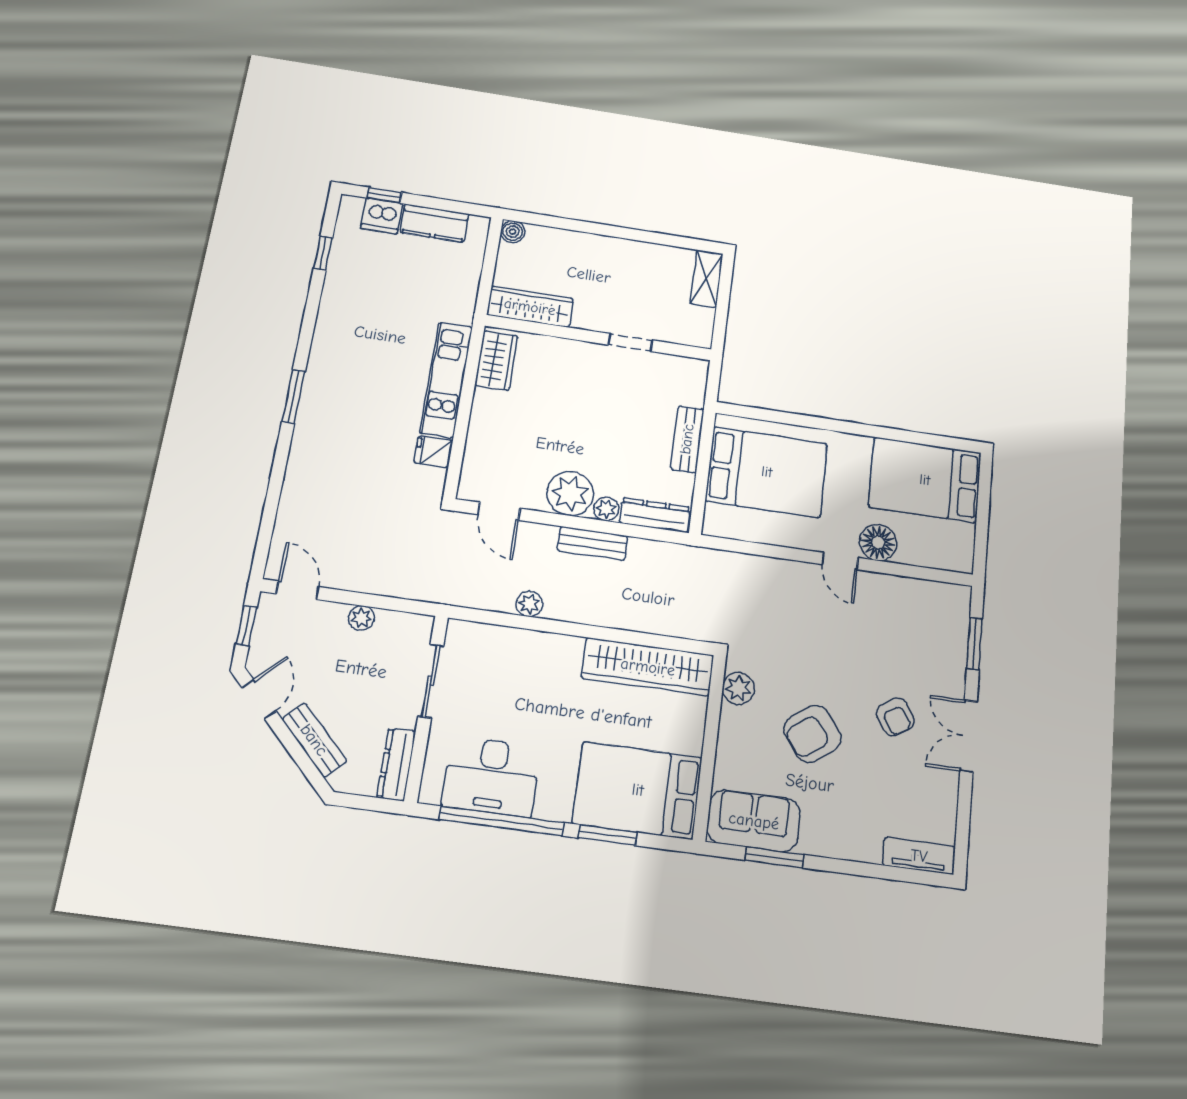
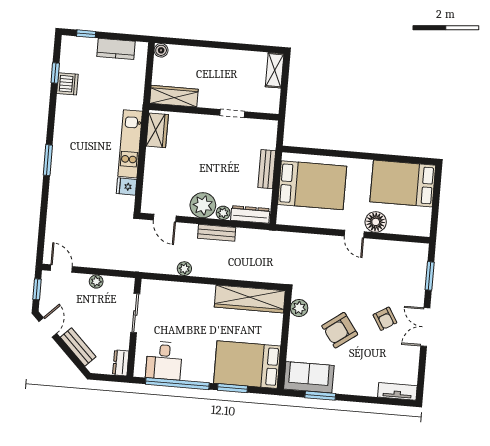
dishwasher: (382, 216) -> (67, 84), moved, turned -90
dresser: (396, 764) -> (121, 363), width x0.70
desk: (491, 776) -> (164, 361), width x0.73

